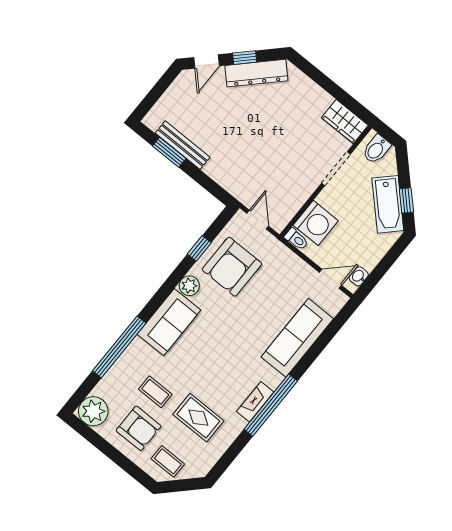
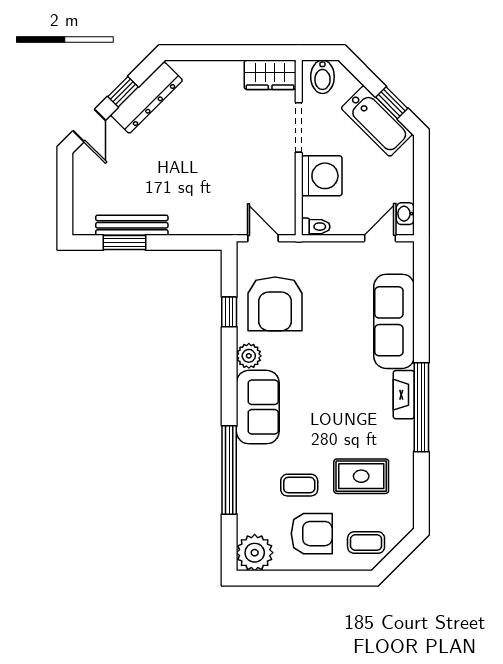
washing machine: (316, 223) -> (322, 176), moved
fireplace: (255, 402) -> (404, 395), moved

